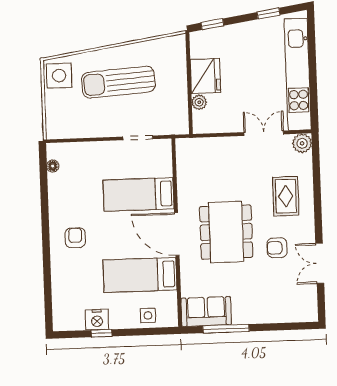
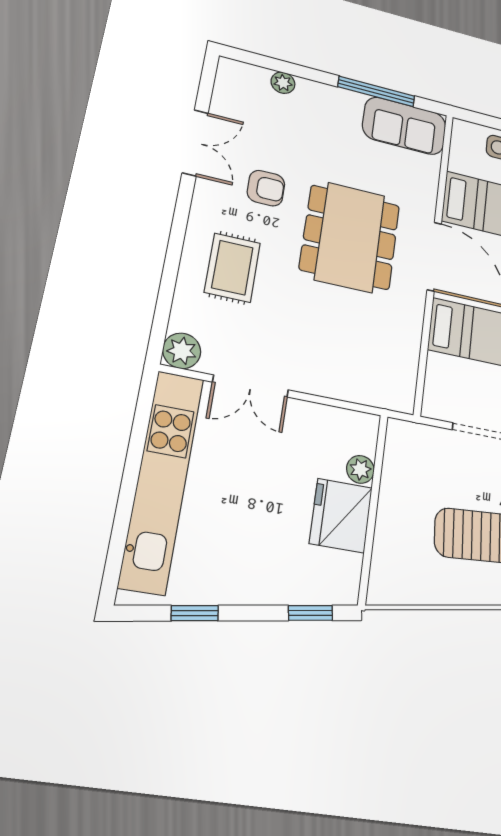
plant: (280, 316) -> (283, 83), added

